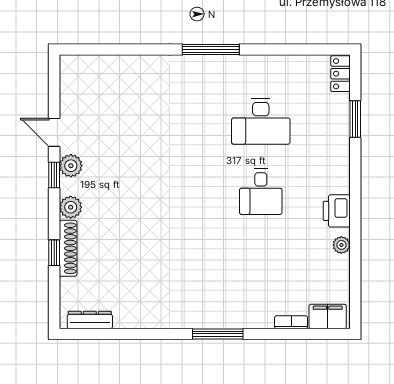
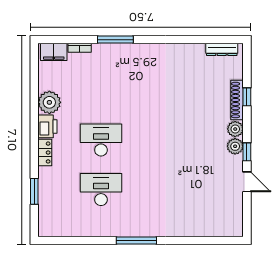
locker: (340, 74) -> (45, 153), moved
plant: (71, 166) -> (235, 146), moved
desk: (261, 192) -> (101, 140), width x1.37
plant: (341, 245) -> (49, 102), width x1.87, depth x1.87
window: (218, 334) -> (115, 40), moved

